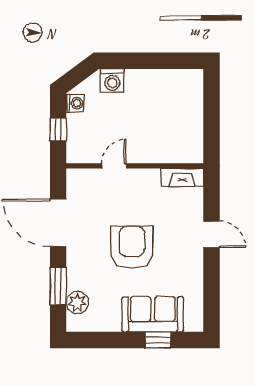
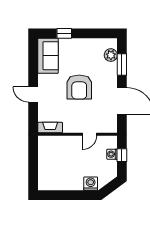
washing machine: (75, 103) -> (112, 154), moved
sofa: (153, 314) -> (48, 56), moved, turned -90

